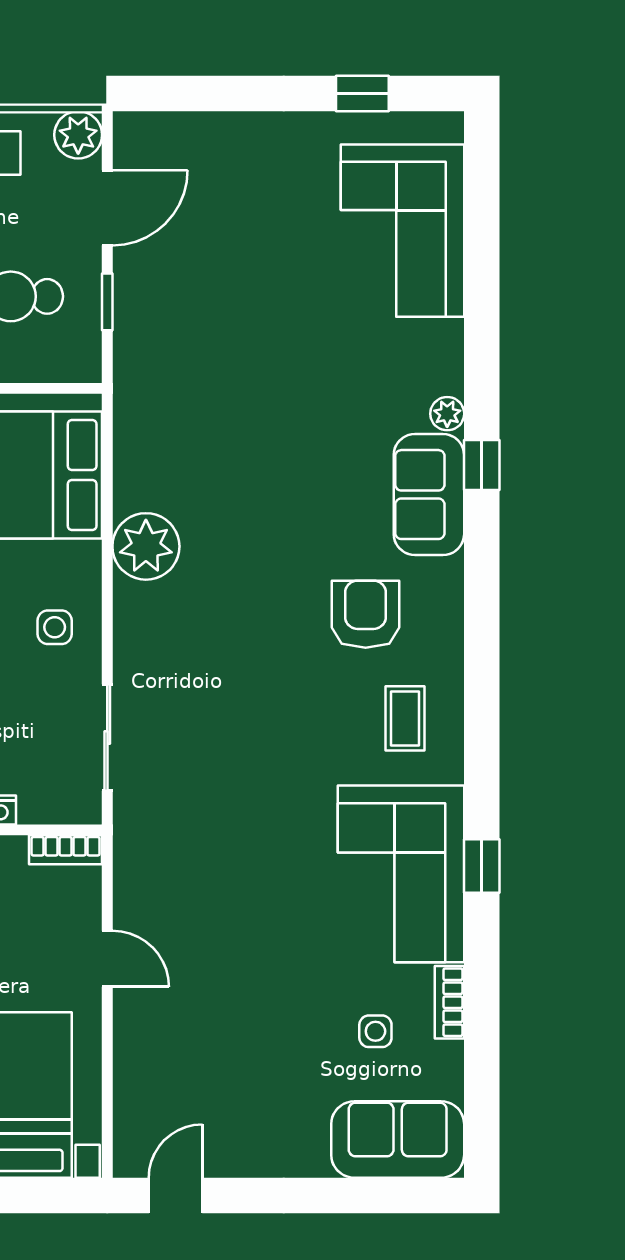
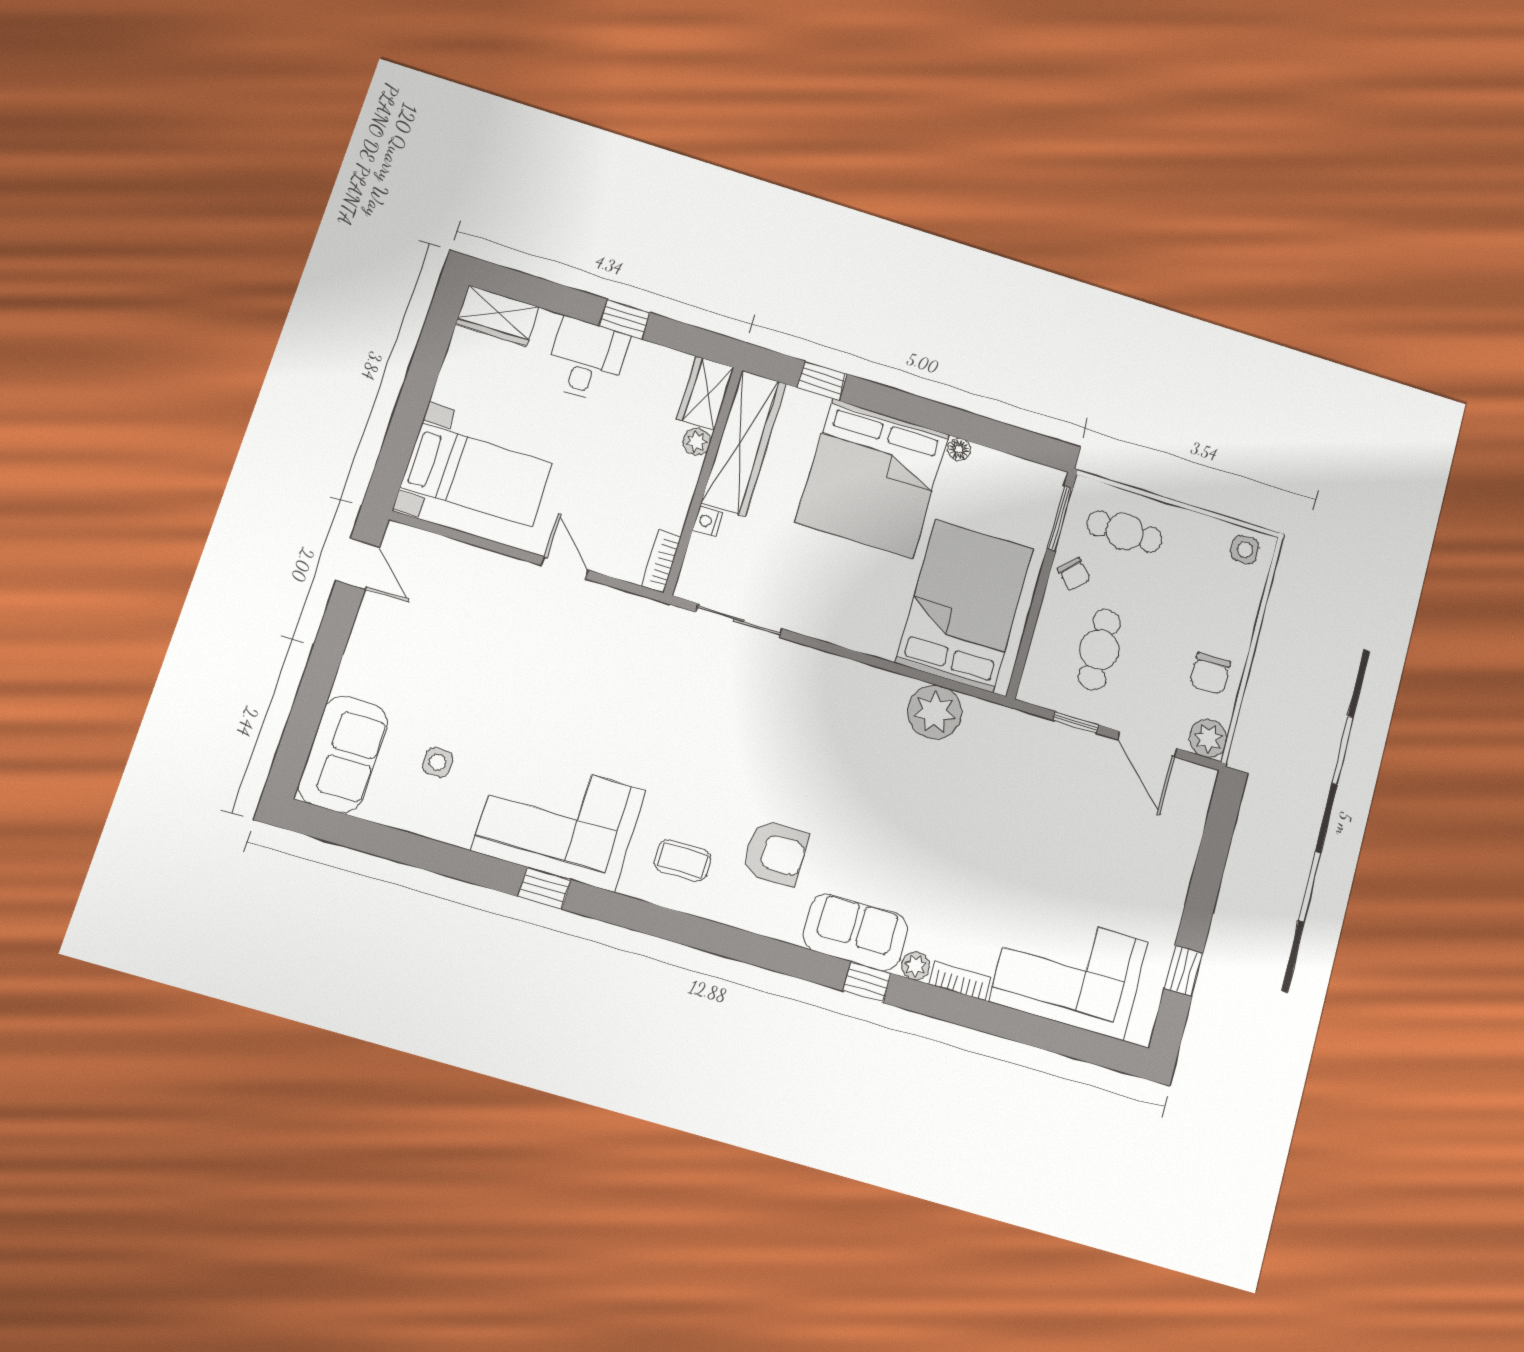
plant: (146, 546) -> (935, 712), moved
side table: (55, 627) -> (837, 606), removed
door: (107, 959) -> (565, 568), swing flipped
bookcase: (449, 1002) -> (960, 981), moved

